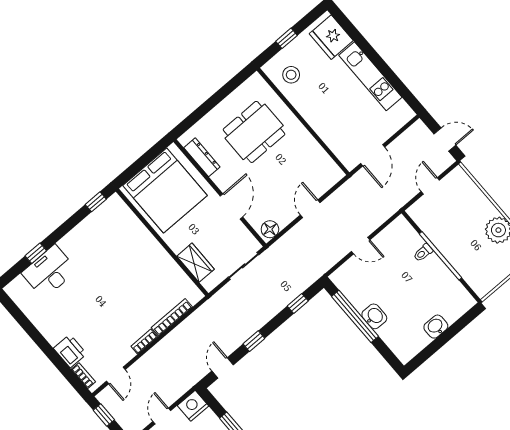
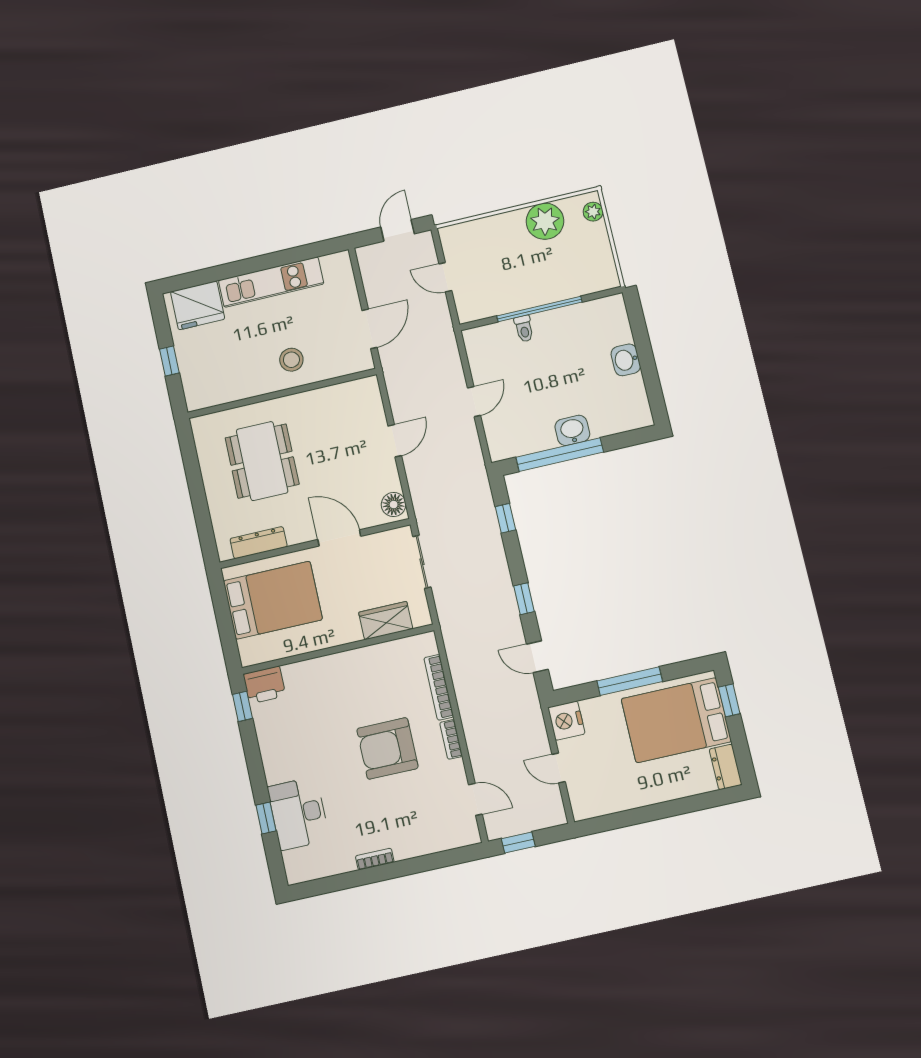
stool: (291, 75) -> (291, 360), moved
door: (373, 155) -> (369, 329), hinge flipped
bed: (165, 191) -> (273, 600), width x0.73
door: (310, 209) -> (395, 441), swing flipped
armchair: (118, 305) -> (387, 748), added
printer: (70, 351) -> (264, 685), moved, turned 180
bookcase: (83, 376) -> (375, 859), moved

